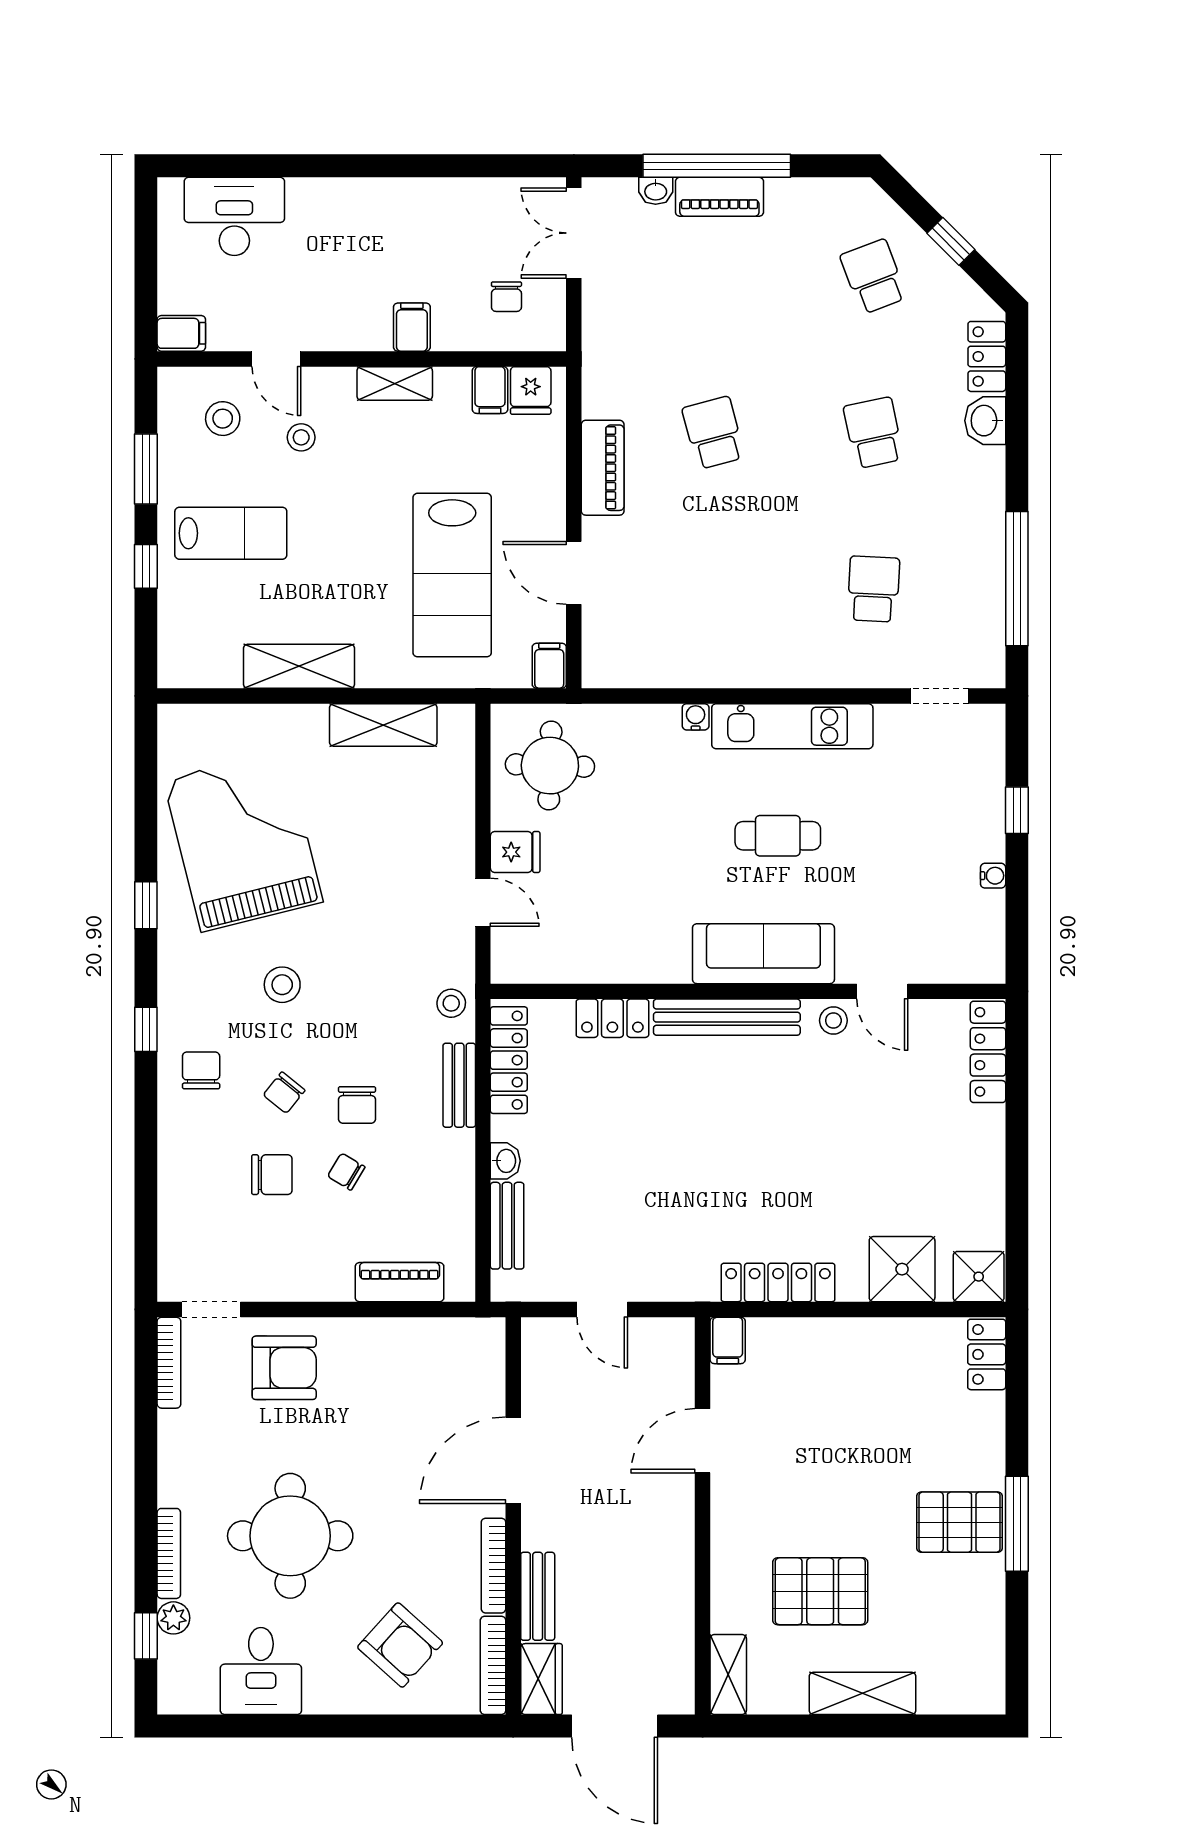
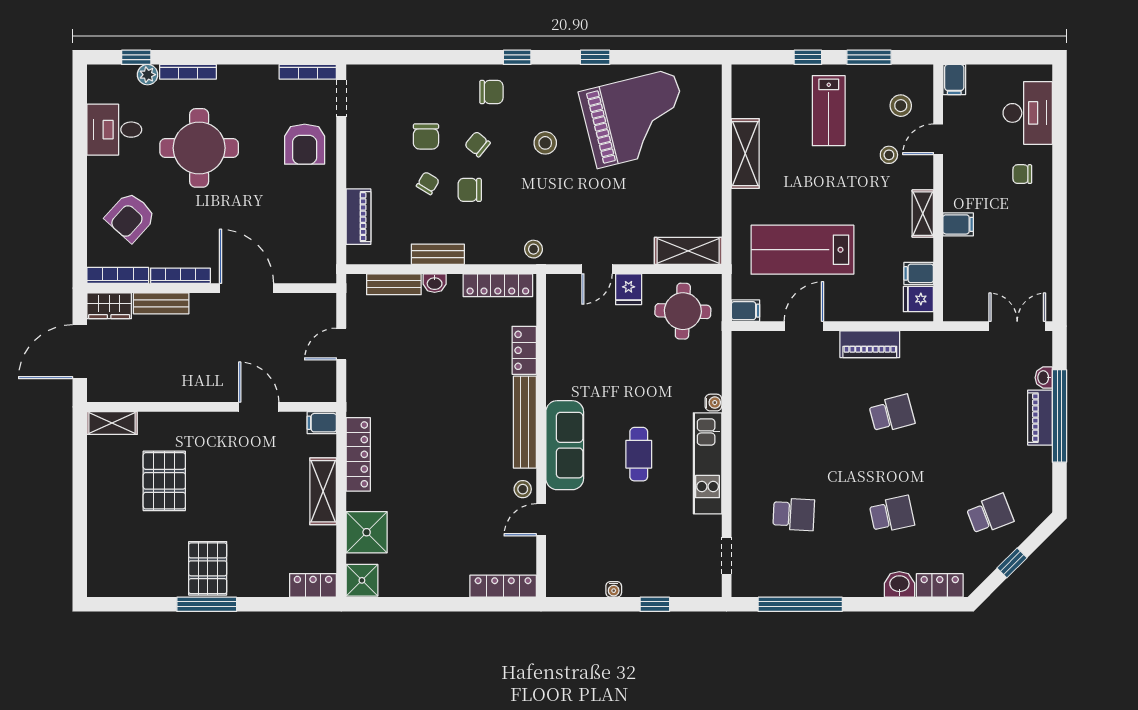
chair: (506, 297) -> (1022, 174), moved
shelving: (383, 725) -> (688, 251), moved, turned 90
bench: (459, 1085) -> (438, 254), moved
shelving: (862, 1693) -> (323, 491), moved

